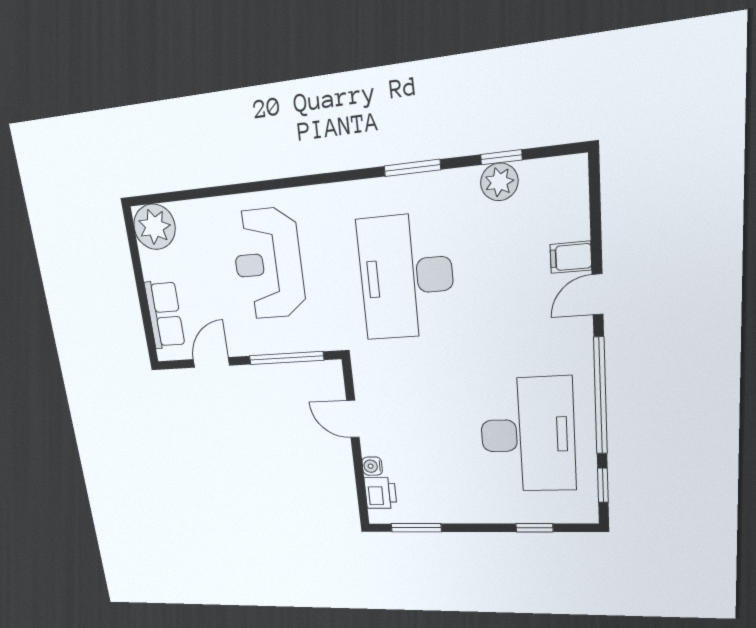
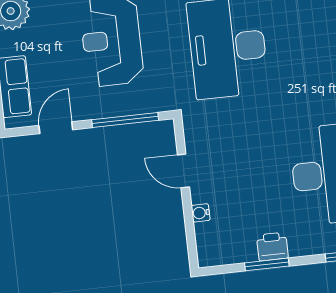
printer: (380, 493) -> (272, 247), moved, turned -90
window: (416, 528) -> (267, 264), moved

